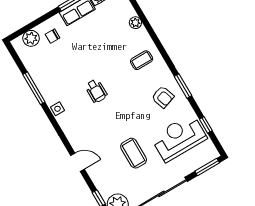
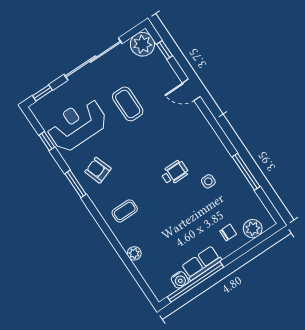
wheelchair: (96, 91) -> (175, 173), turned 90
side table: (57, 109) -> (208, 181), moved
reception desk: (179, 138) -> (77, 125), turned 180
window: (207, 167) -> (42, 93), width x0.67

